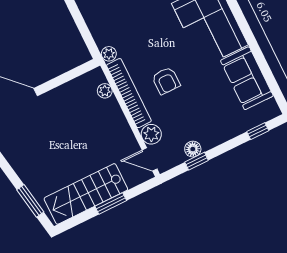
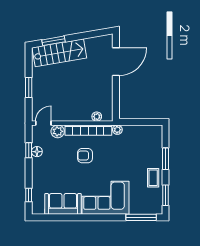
stairs: (86, 194) -> (59, 53), moved, turned 80

